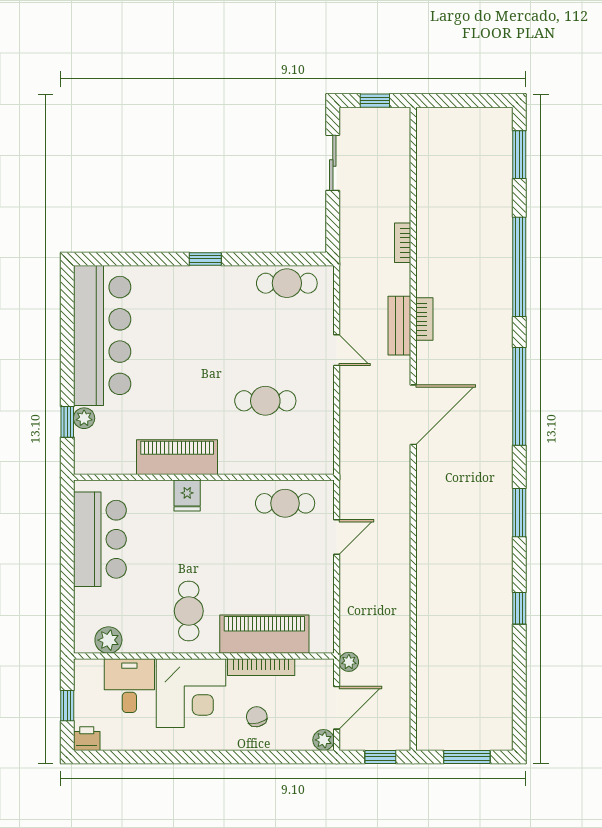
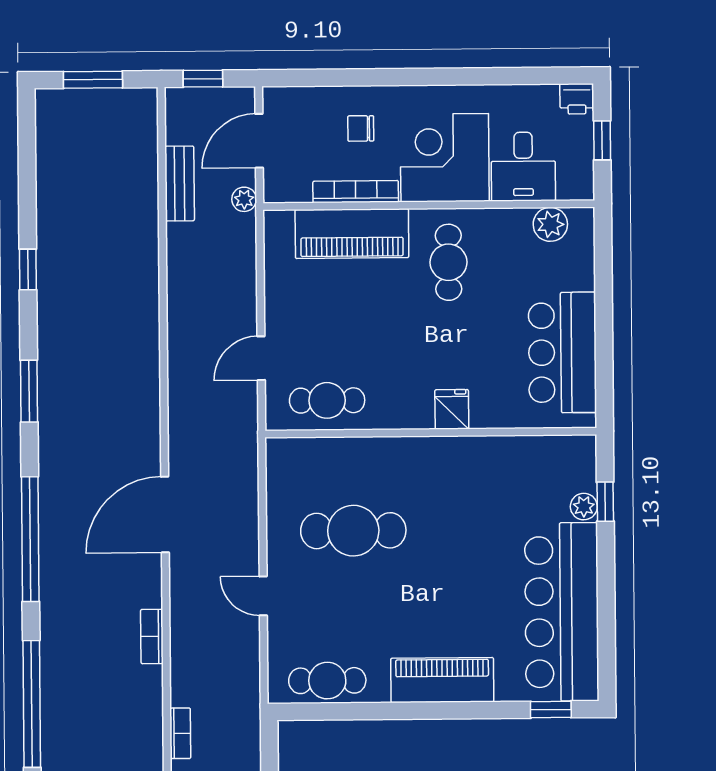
window: (205, 259) -> (551, 709), moved
bench: (399, 326) -> (180, 184), moved
cafe table: (265, 401) -> (353, 531), width x1.37, depth x1.35
piano: (177, 457) -> (442, 680), moved, turned 180
chair: (257, 717) -> (361, 128), turned 104
plant: (323, 740) -> (276, 100), removed

